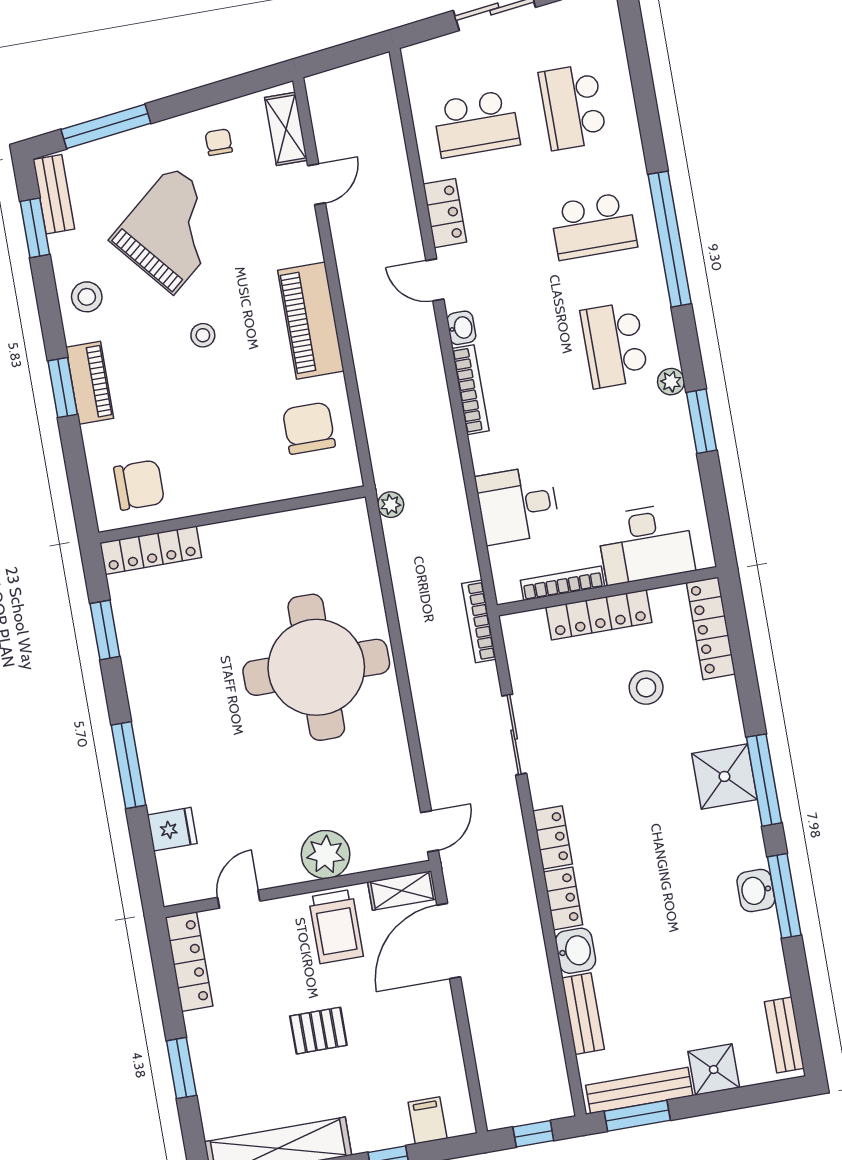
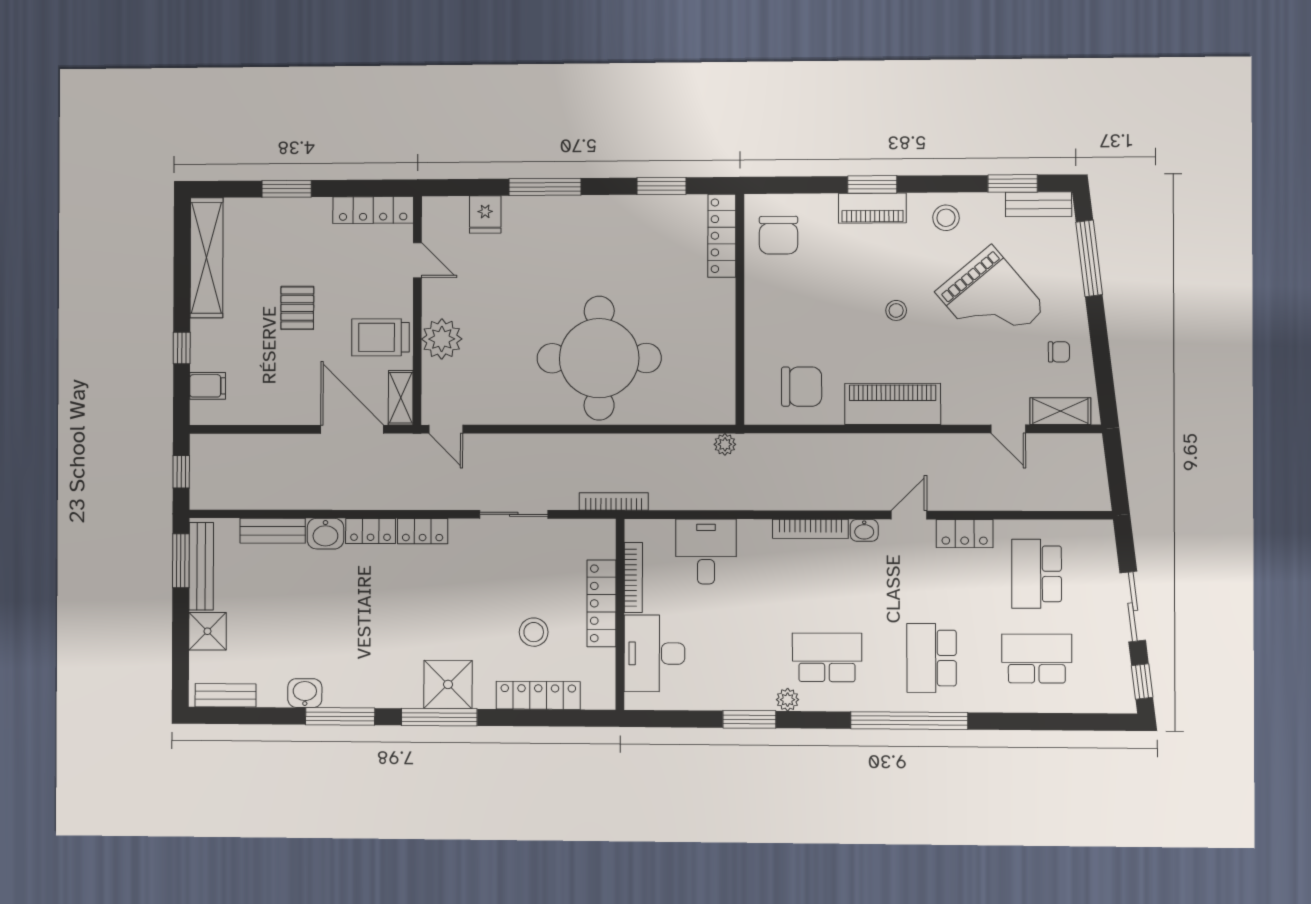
locker: (711, 628) -> (538, 695), moved
washbasin: (756, 891) -> (305, 693), moved

